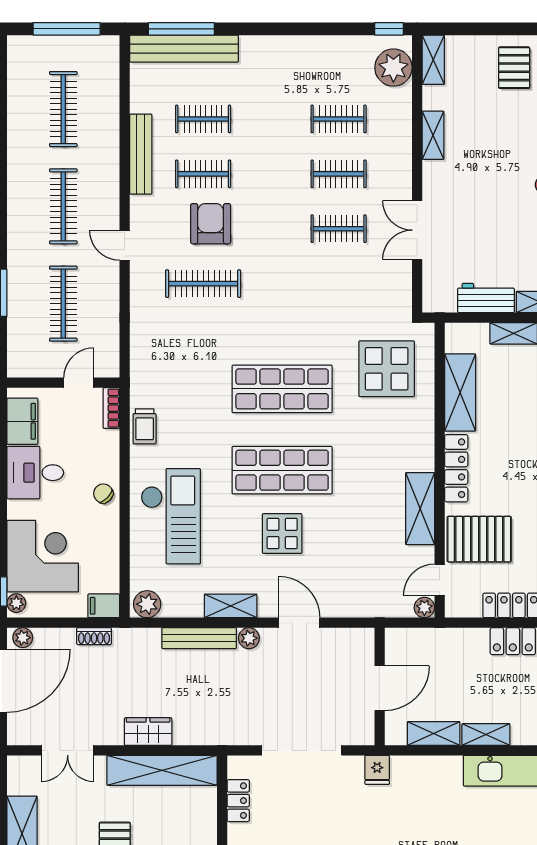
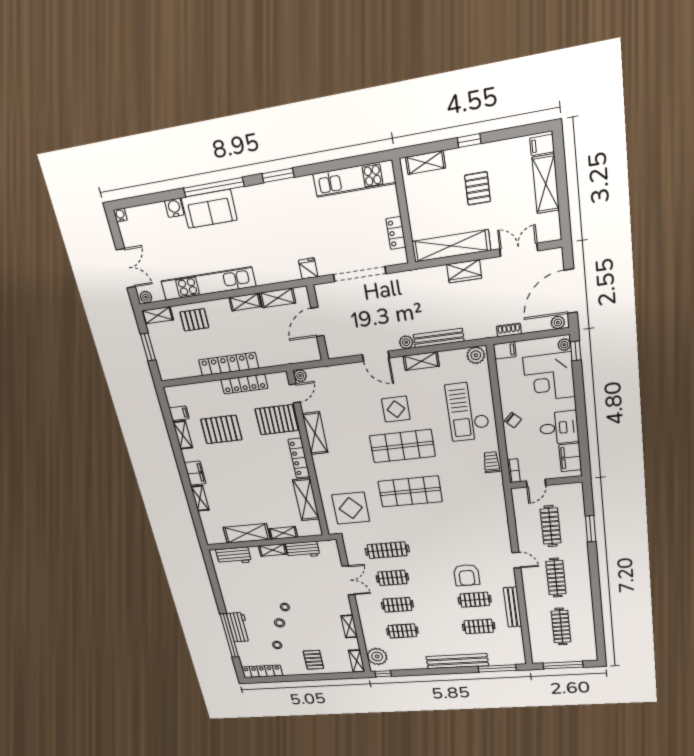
bench: (184, 49) -> (457, 661), moved
clothes rail: (203, 284) -> (387, 550), moved

